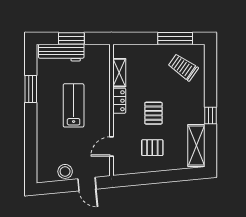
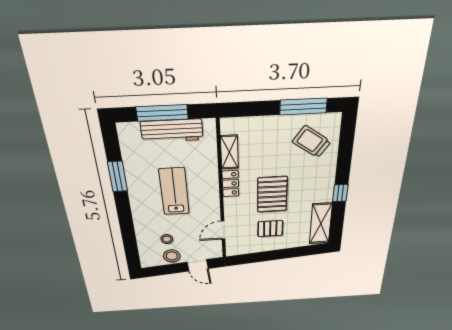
window: (71, 38) -> (162, 113), width x1.44
workbench: (61, 53) -> (172, 131), moved
pallet: (153, 113) -> (272, 194), width x1.50, depth x1.42
stool: (63, 153) -> (167, 239), added

